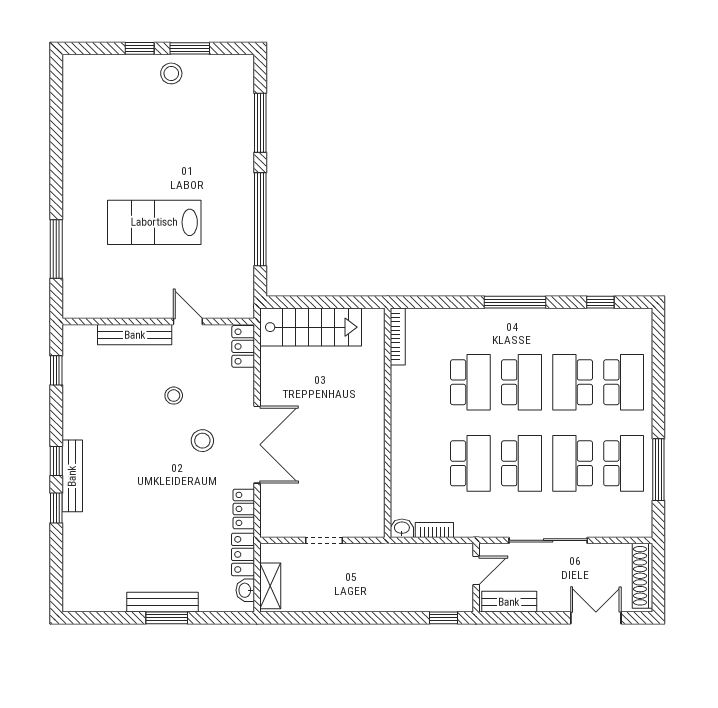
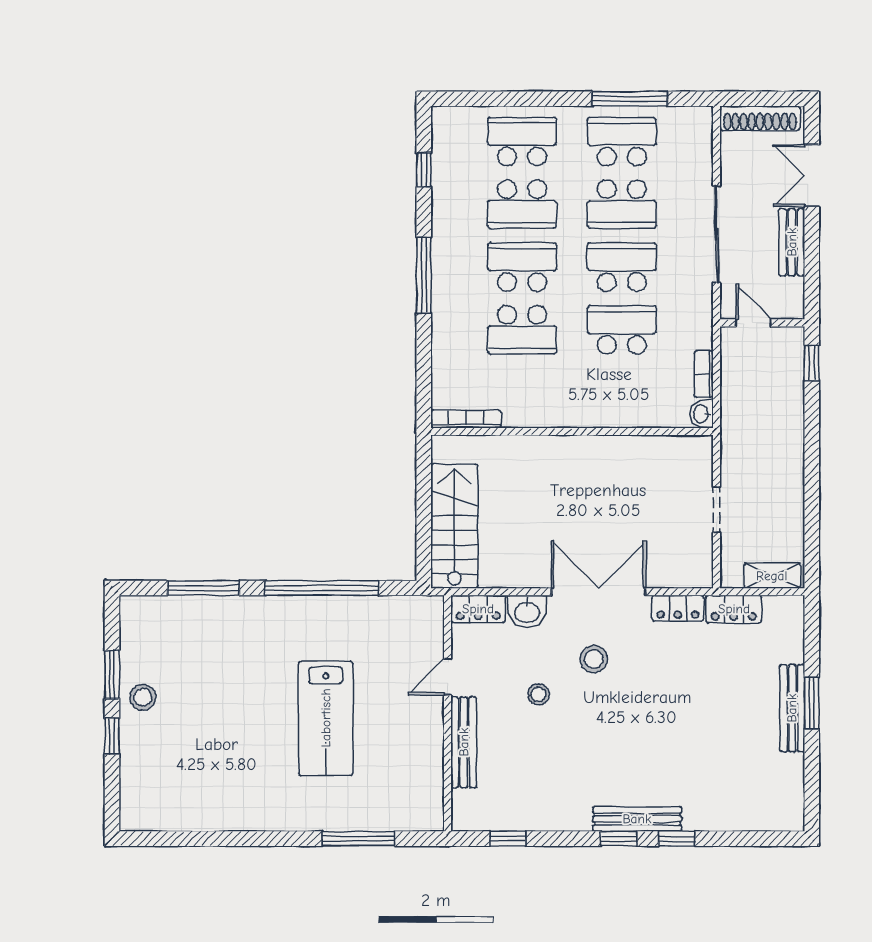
school desk: (470, 382) -> (522, 330), turned 180
washbasin: (245, 590) -> (527, 611), moved, width x1.38, depth x1.45
bench: (509, 602) -> (792, 242), moved

